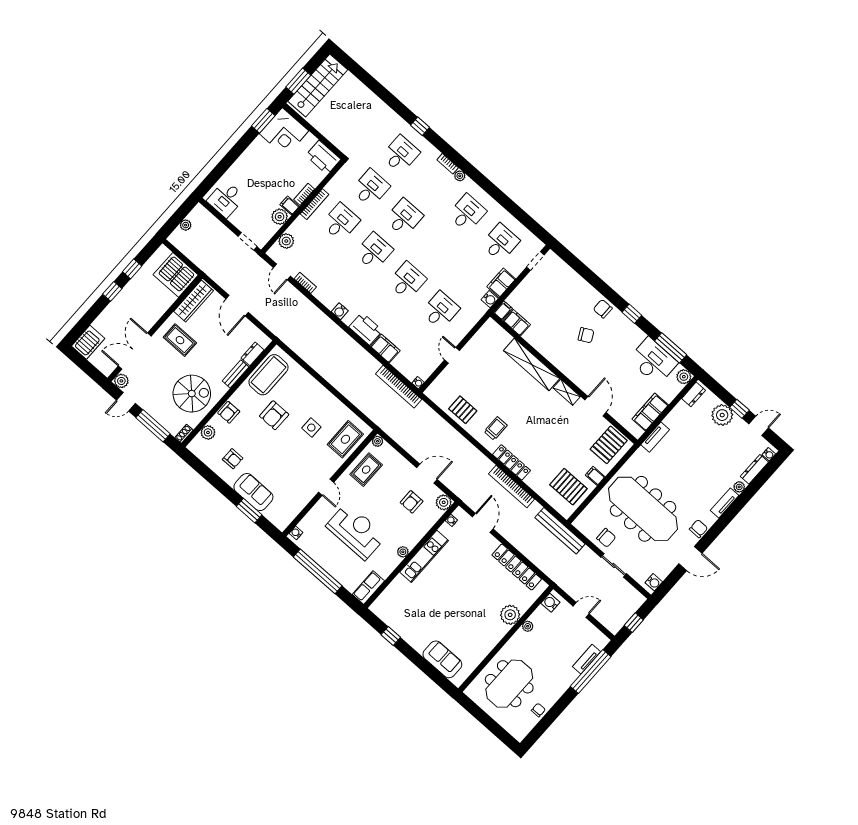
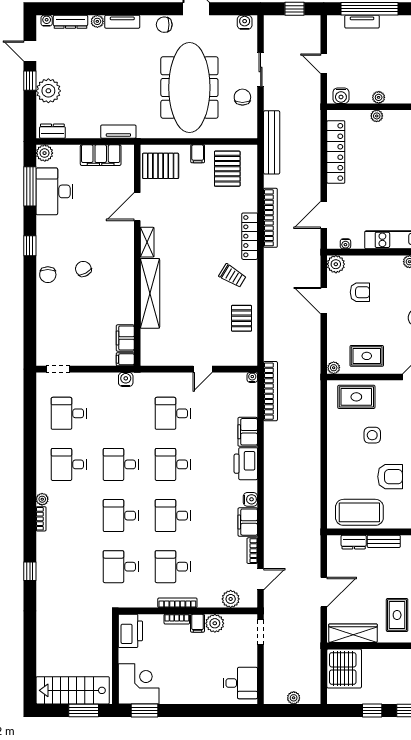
desk: (401, 154) -> (121, 464), moved
filing cabinet: (501, 283) -> (248, 522), moved, turned 90
trolley: (496, 428) -> (233, 276), turned -149
plant: (510, 615) -> (377, 116), width x0.53, depth x0.53

